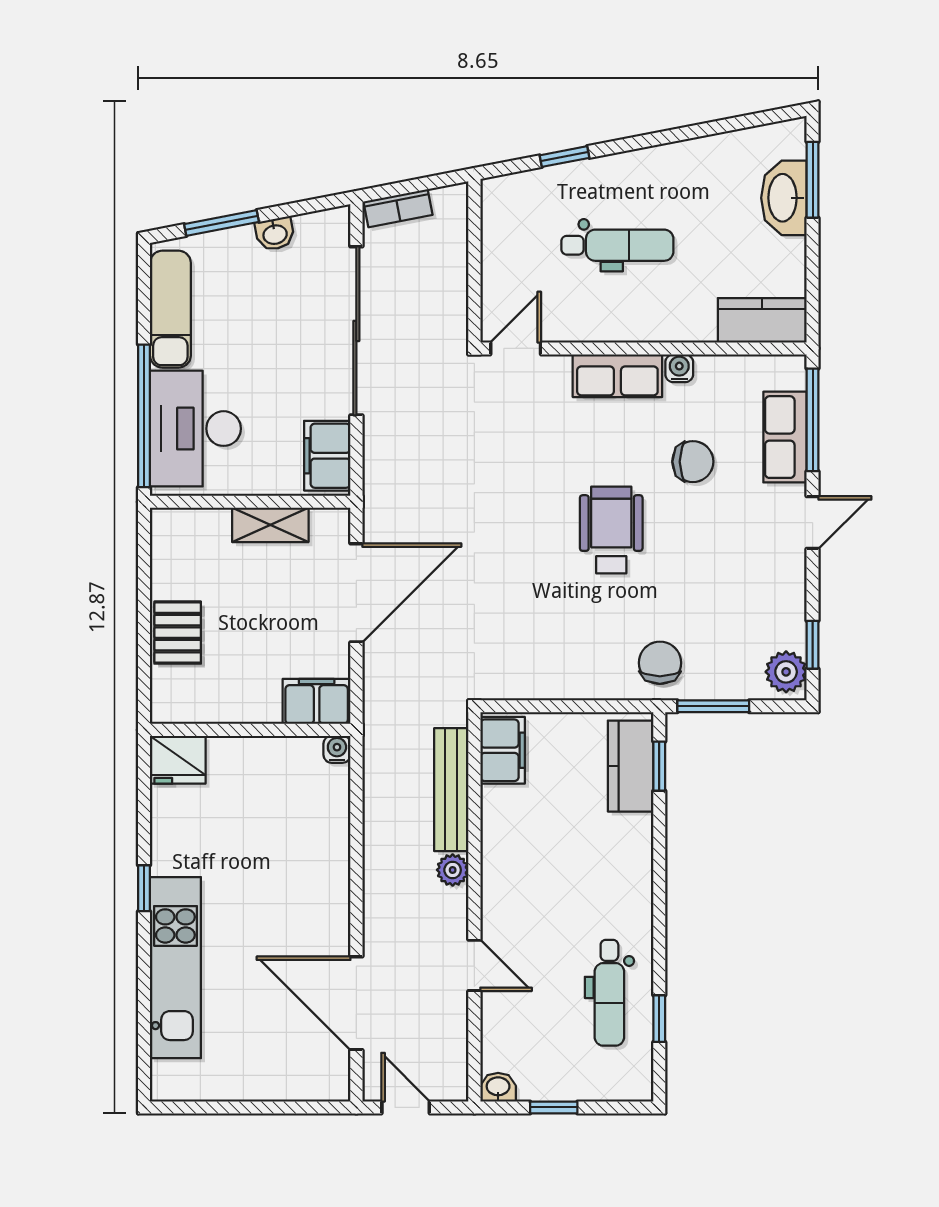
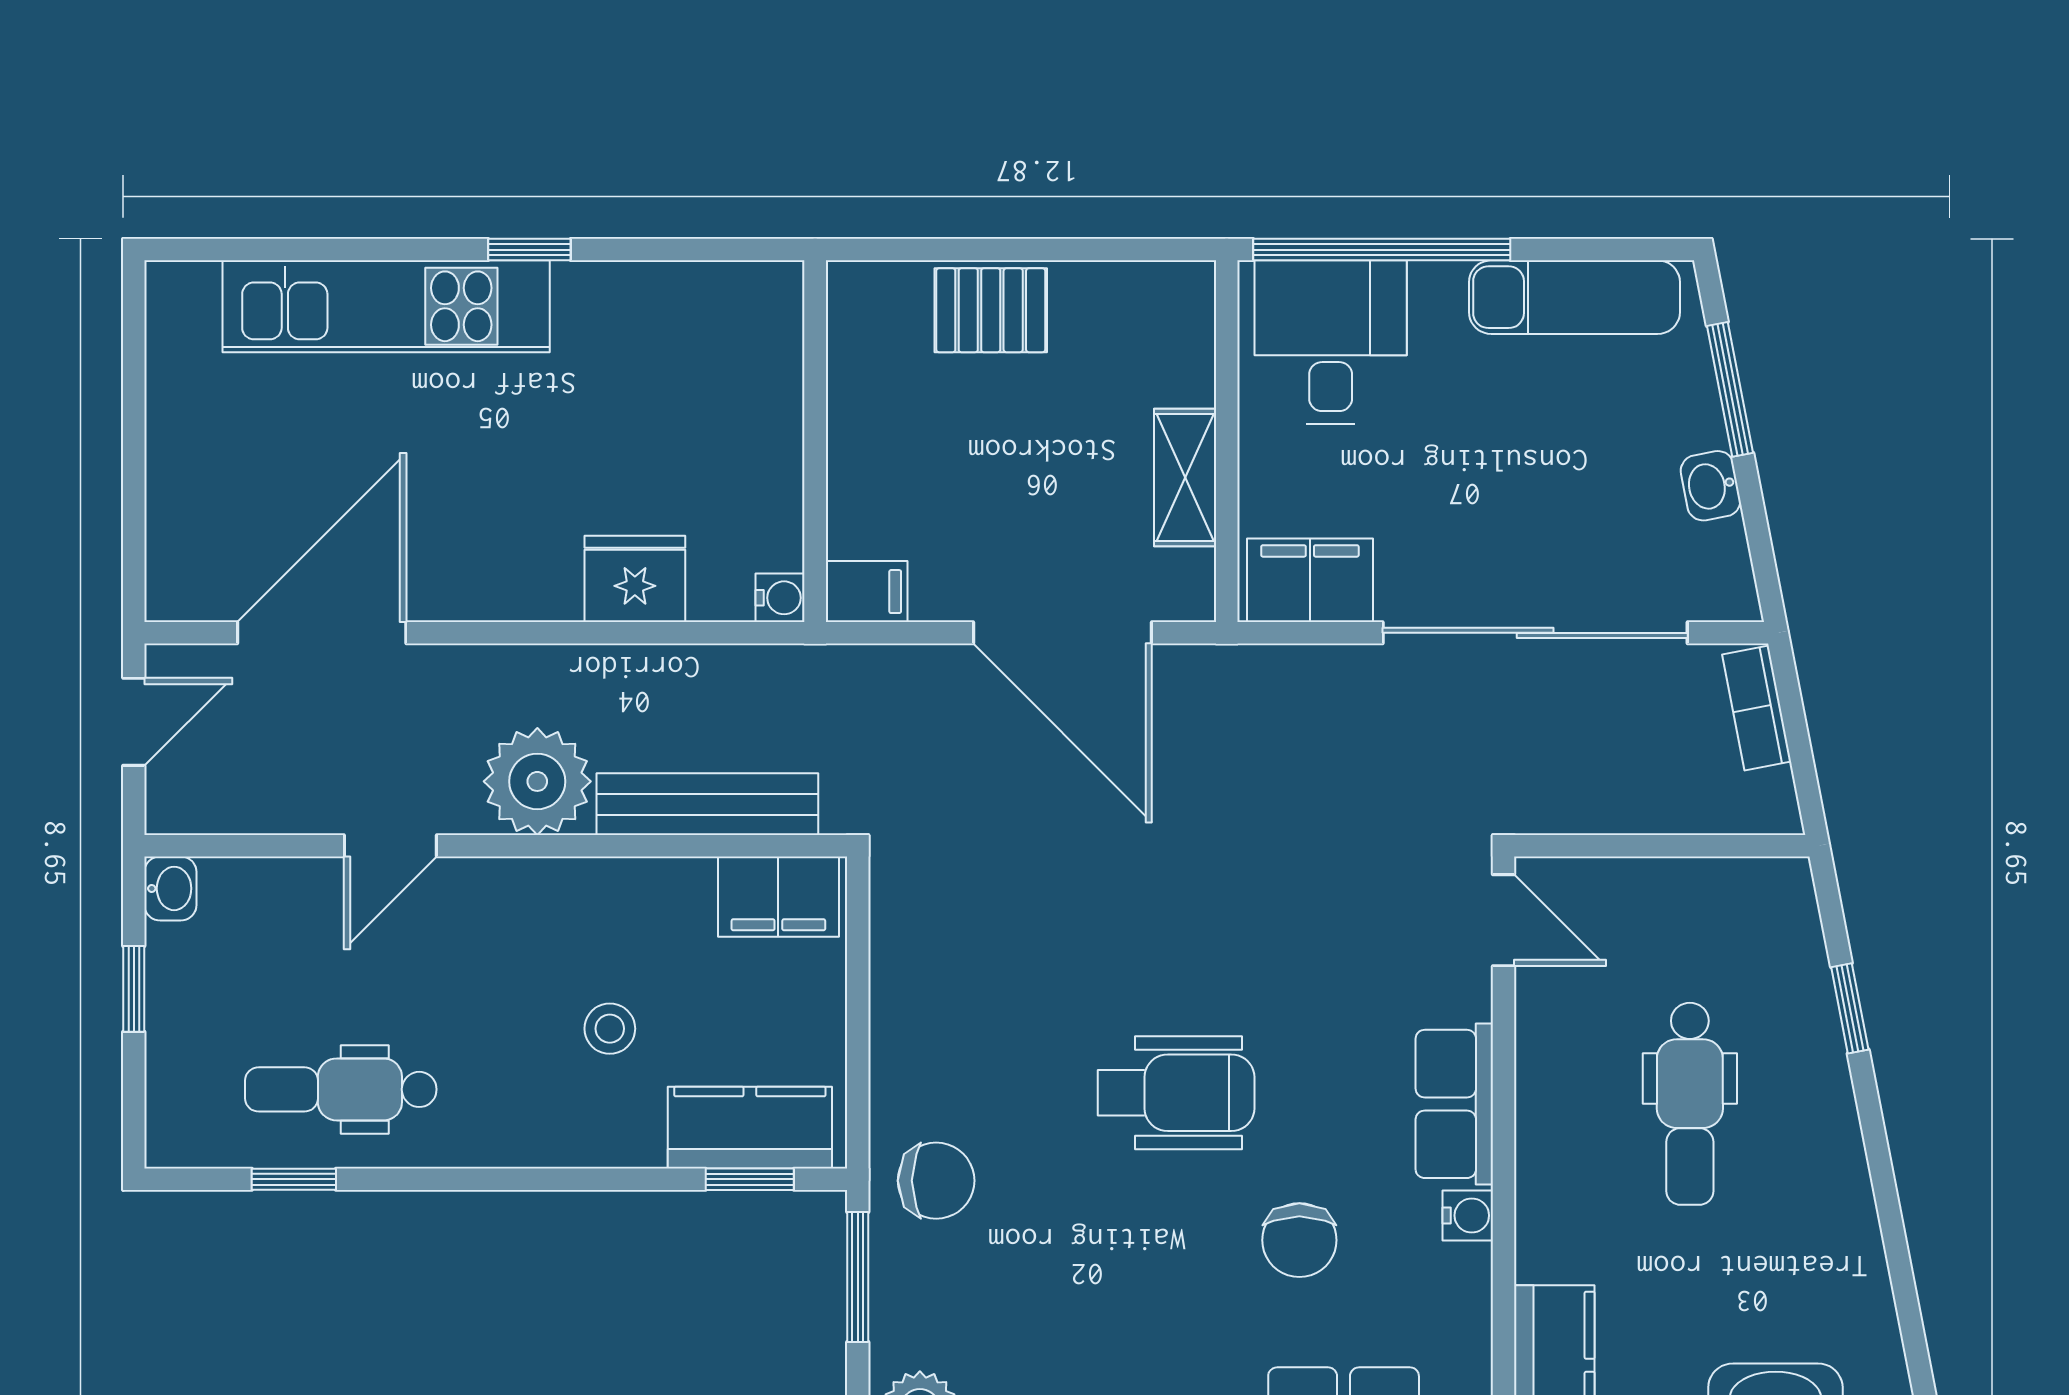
desk: (195, 429) -> (1331, 342), width x0.73
filing cabinet: (317, 701) -> (867, 592), width x0.50
fridge: (178, 760) -> (635, 579), moved, turned 90
stool: (576, 844) -> (610, 1029), added
plant: (453, 870) -> (537, 781), width x1.87, depth x1.87

